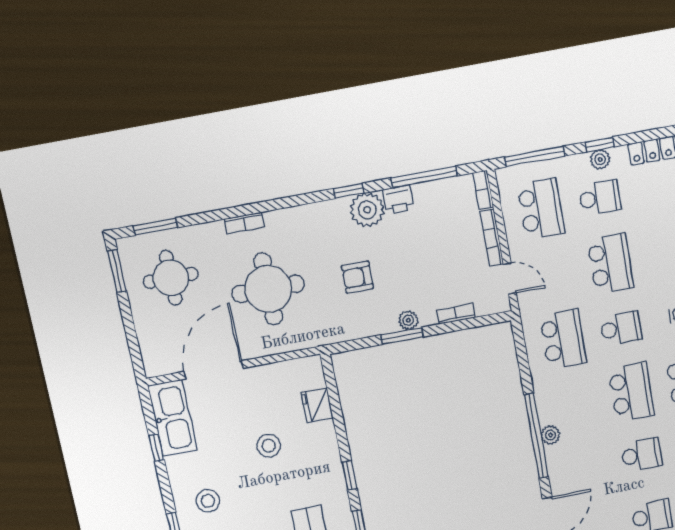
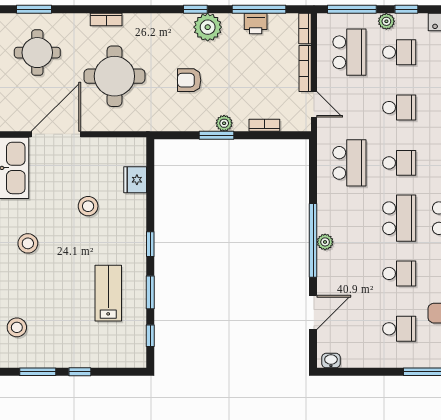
plant: (600, 159) -> (386, 21), moved
printer: (398, 199) -> (256, 23), moved
school desk: (610, 264) -> (399, 108), width x0.54

